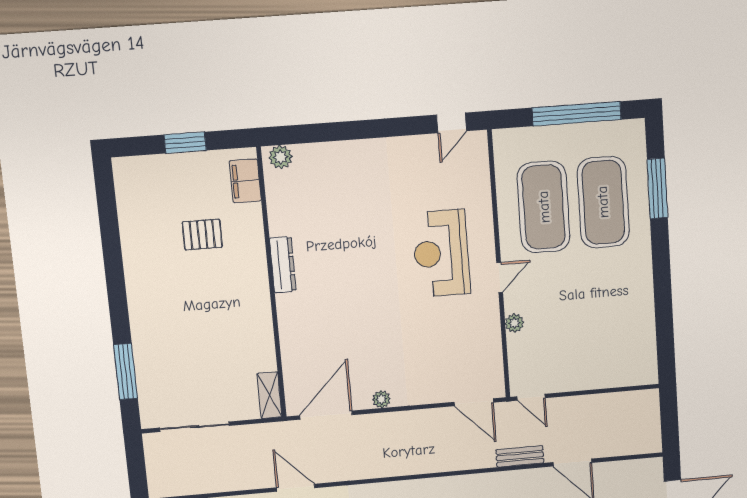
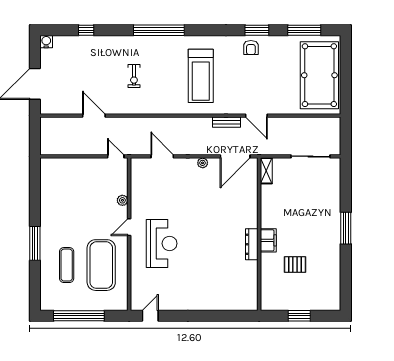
plant: (281, 157) -> (247, 304), removed
filing cabinet: (245, 181) -> (268, 240), moved
window: (657, 188) -> (35, 243), moved
exercise mat: (603, 202) -> (67, 265), width x0.50, depth x0.69
window: (126, 372) -> (346, 228), moved
door: (474, 402) -> (162, 156), moved
bench: (520, 456) -> (226, 122), moved

